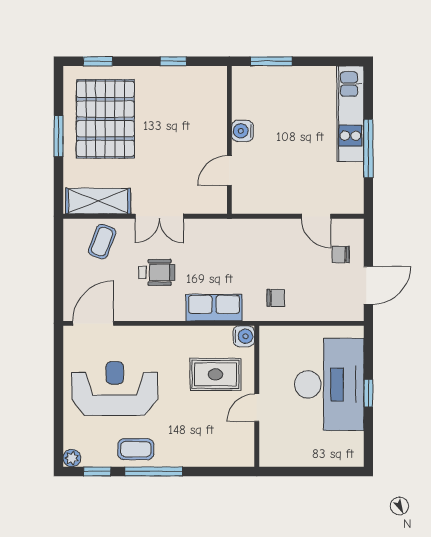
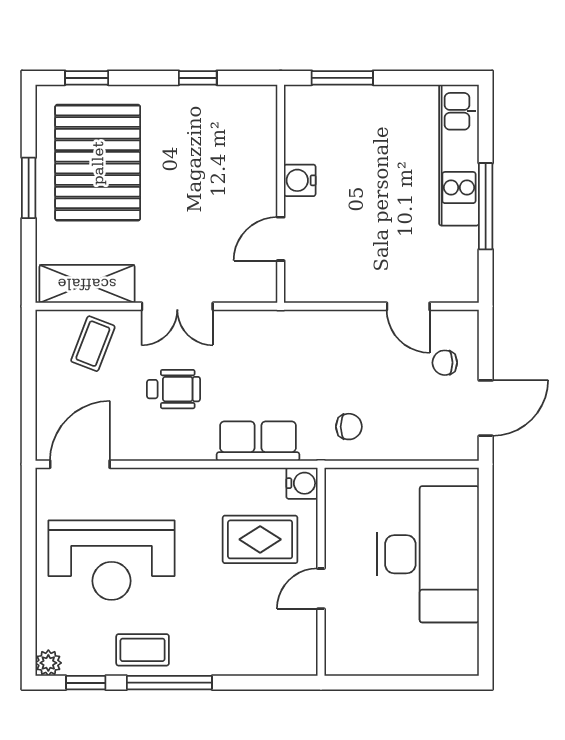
reception desk: (115, 388) -> (111, 560), turned 180
window: (368, 393) -> (486, 567), removed

